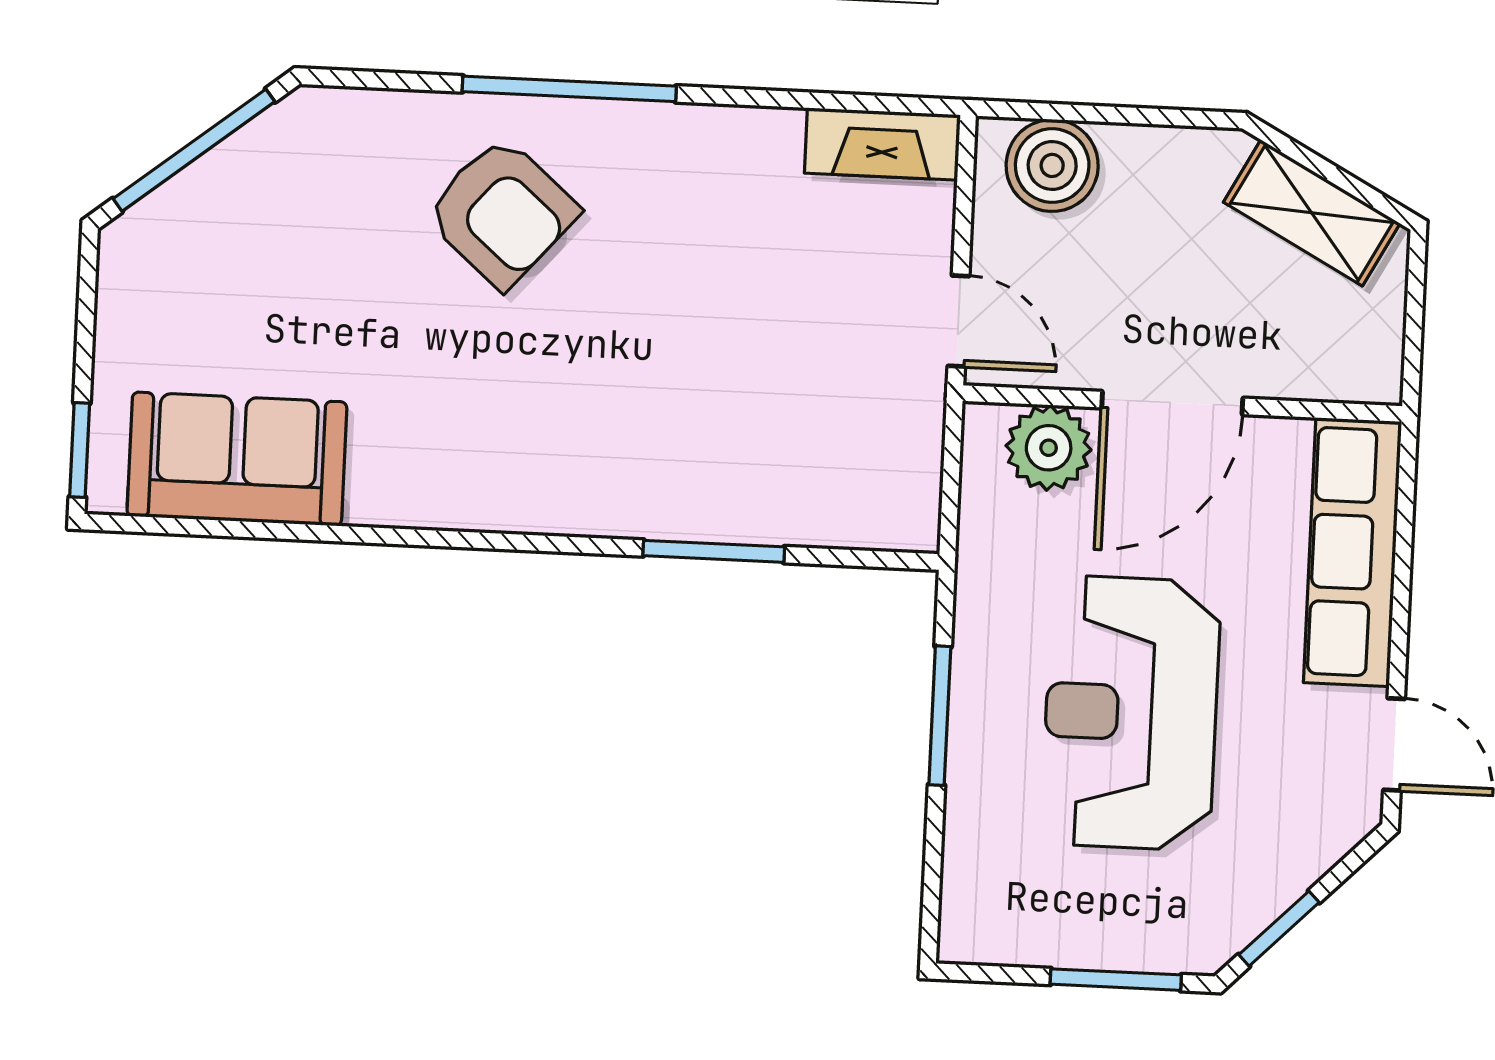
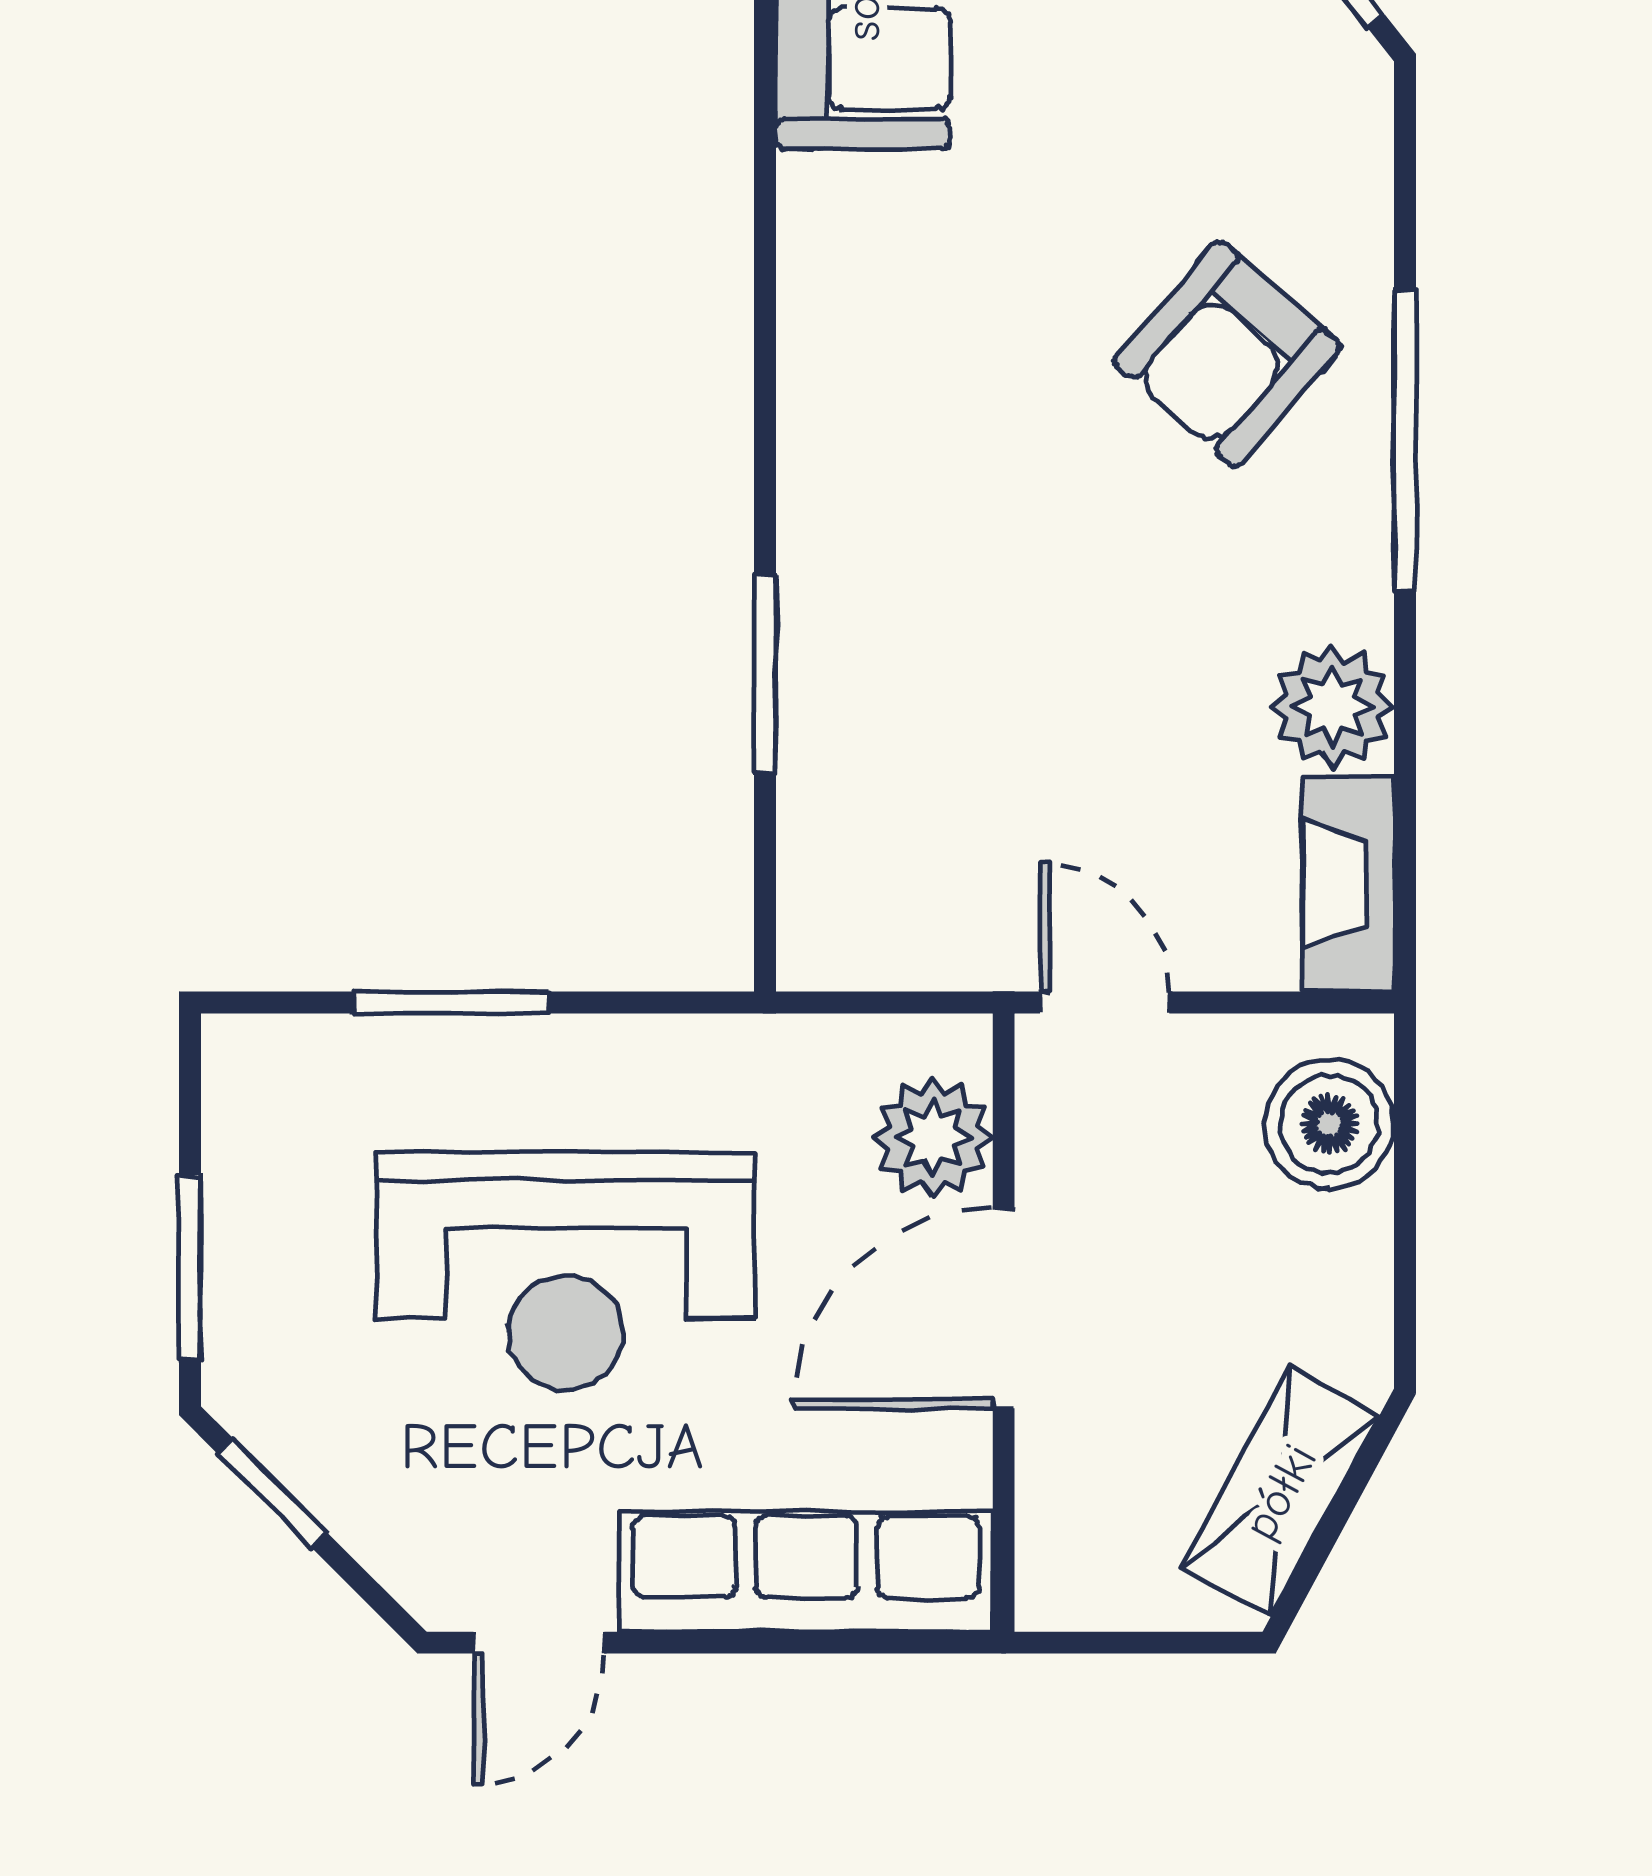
plant: (755, 149) -> (1333, 706), added
door: (958, 321) -> (1105, 1003), swing flipped
door: (1172, 403) -> (1004, 1308), hinge flipped
reception desk: (1131, 713) -> (566, 1271), turned 180
window: (940, 716) -> (451, 1003), moved

